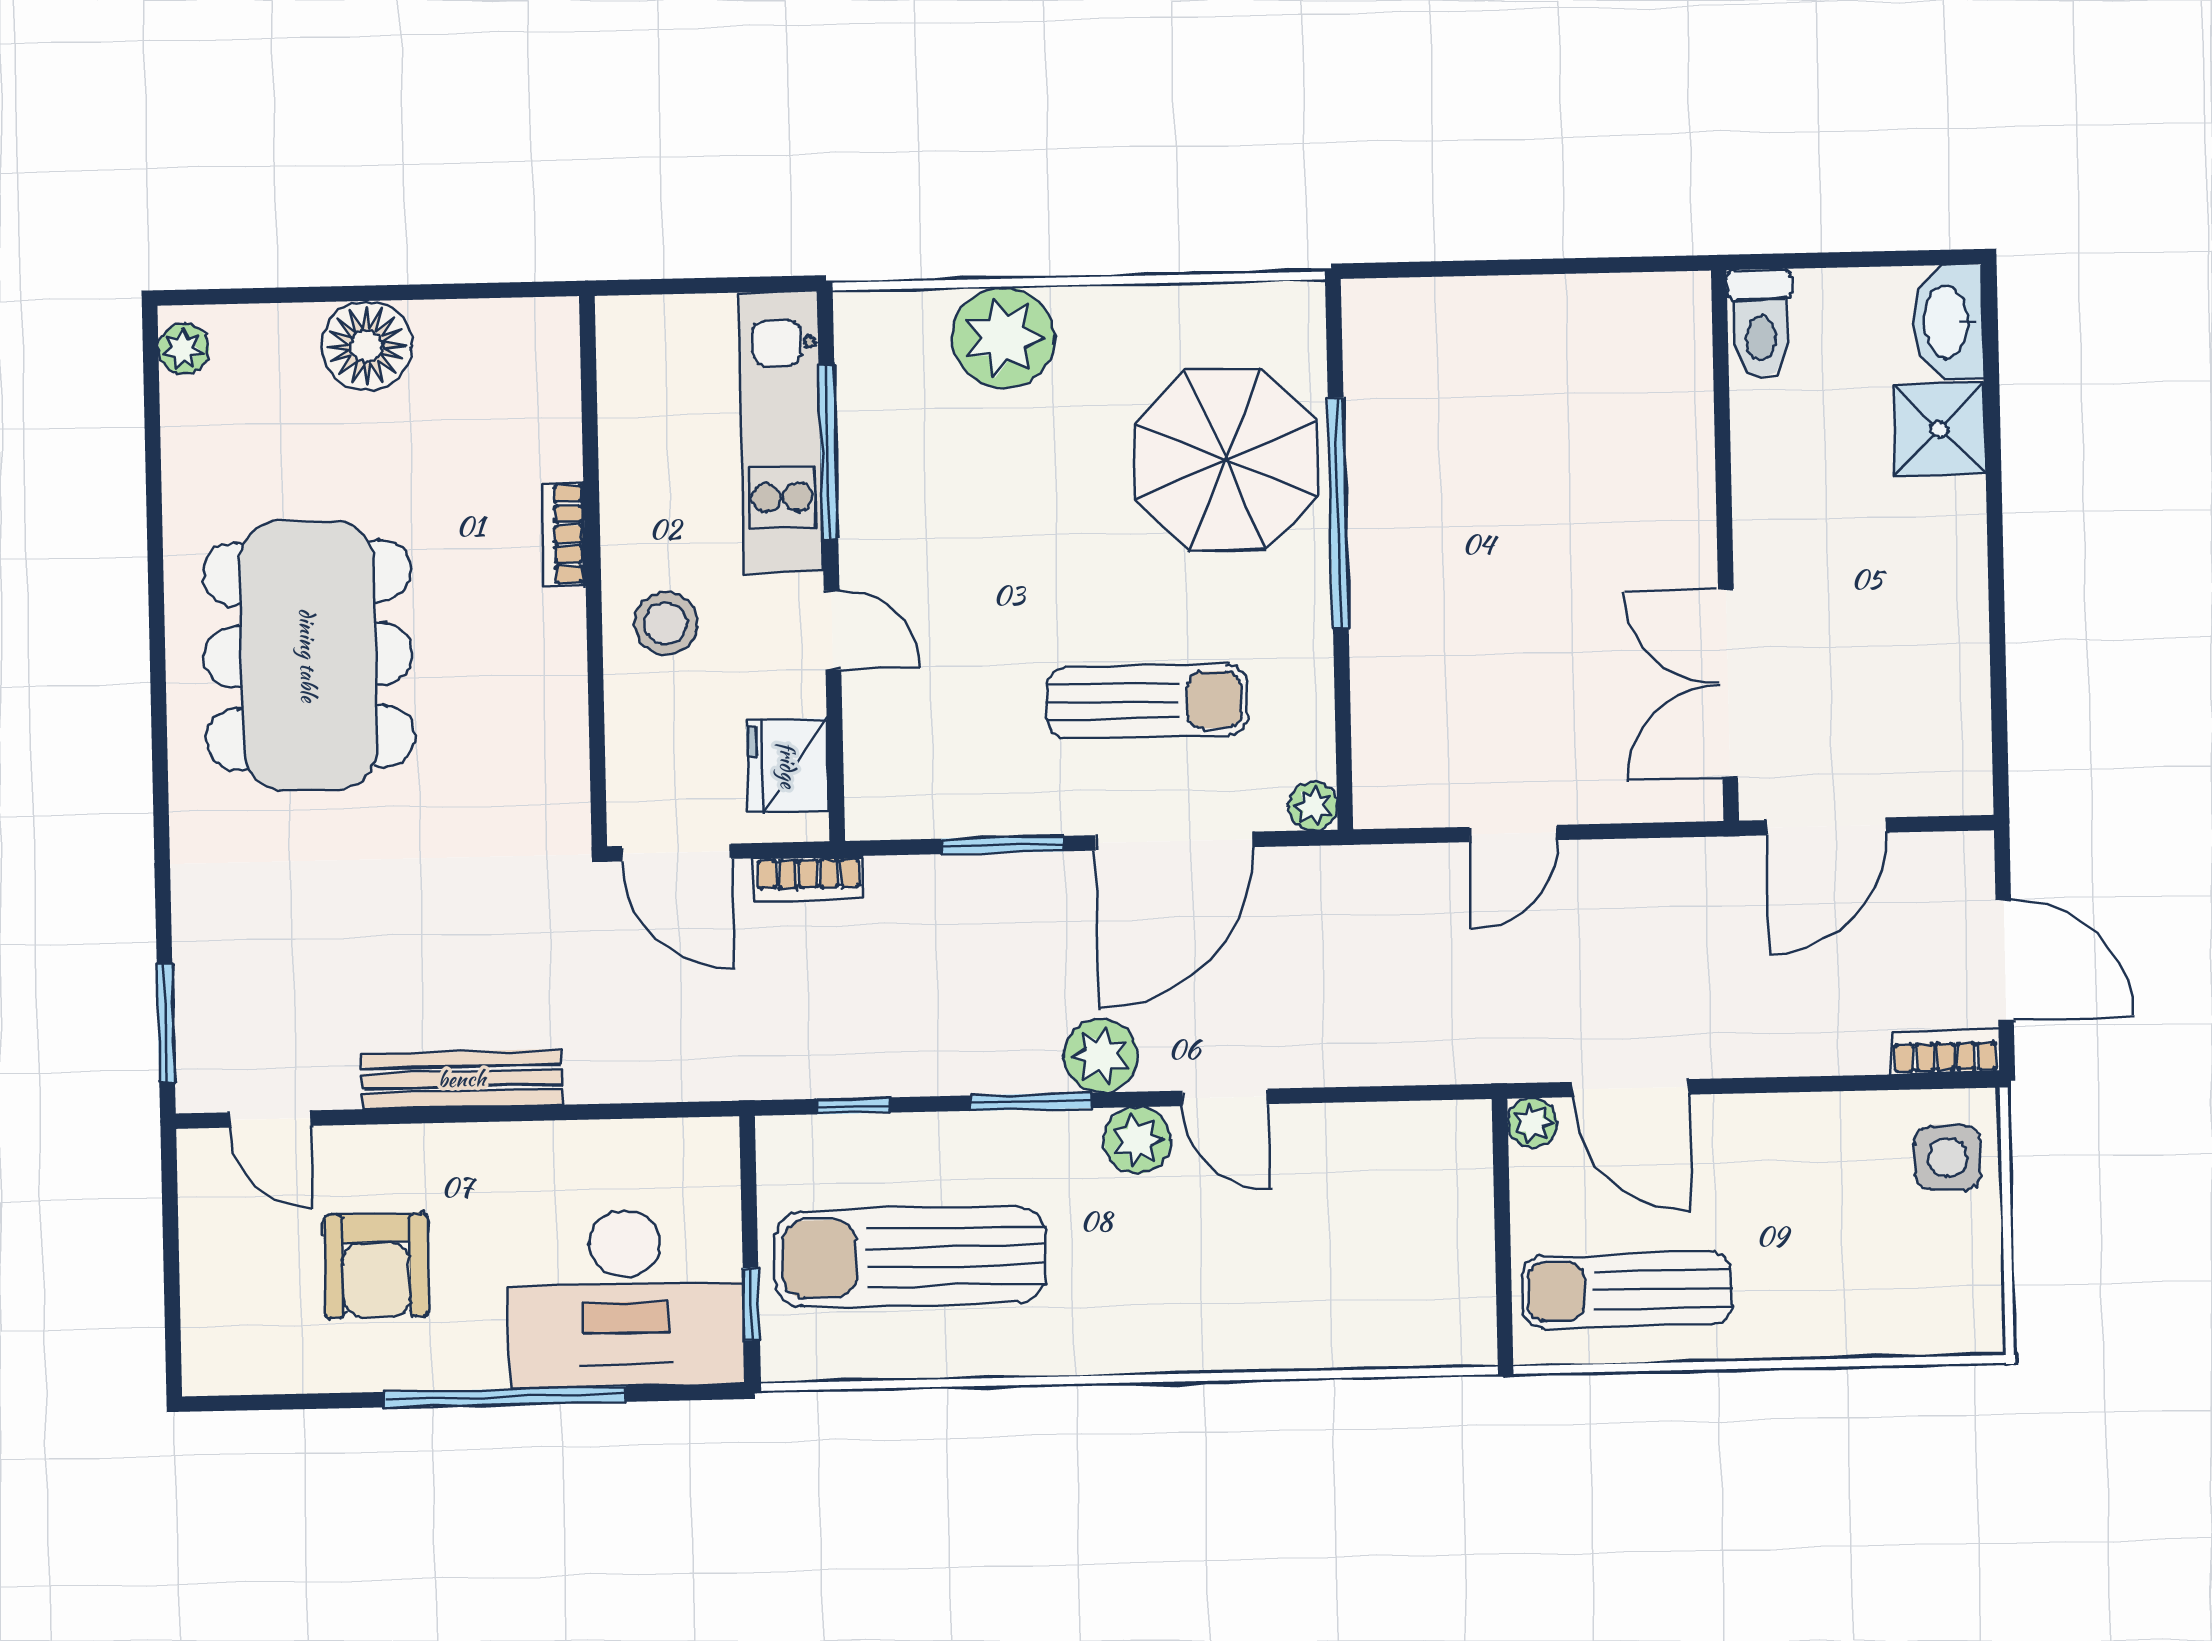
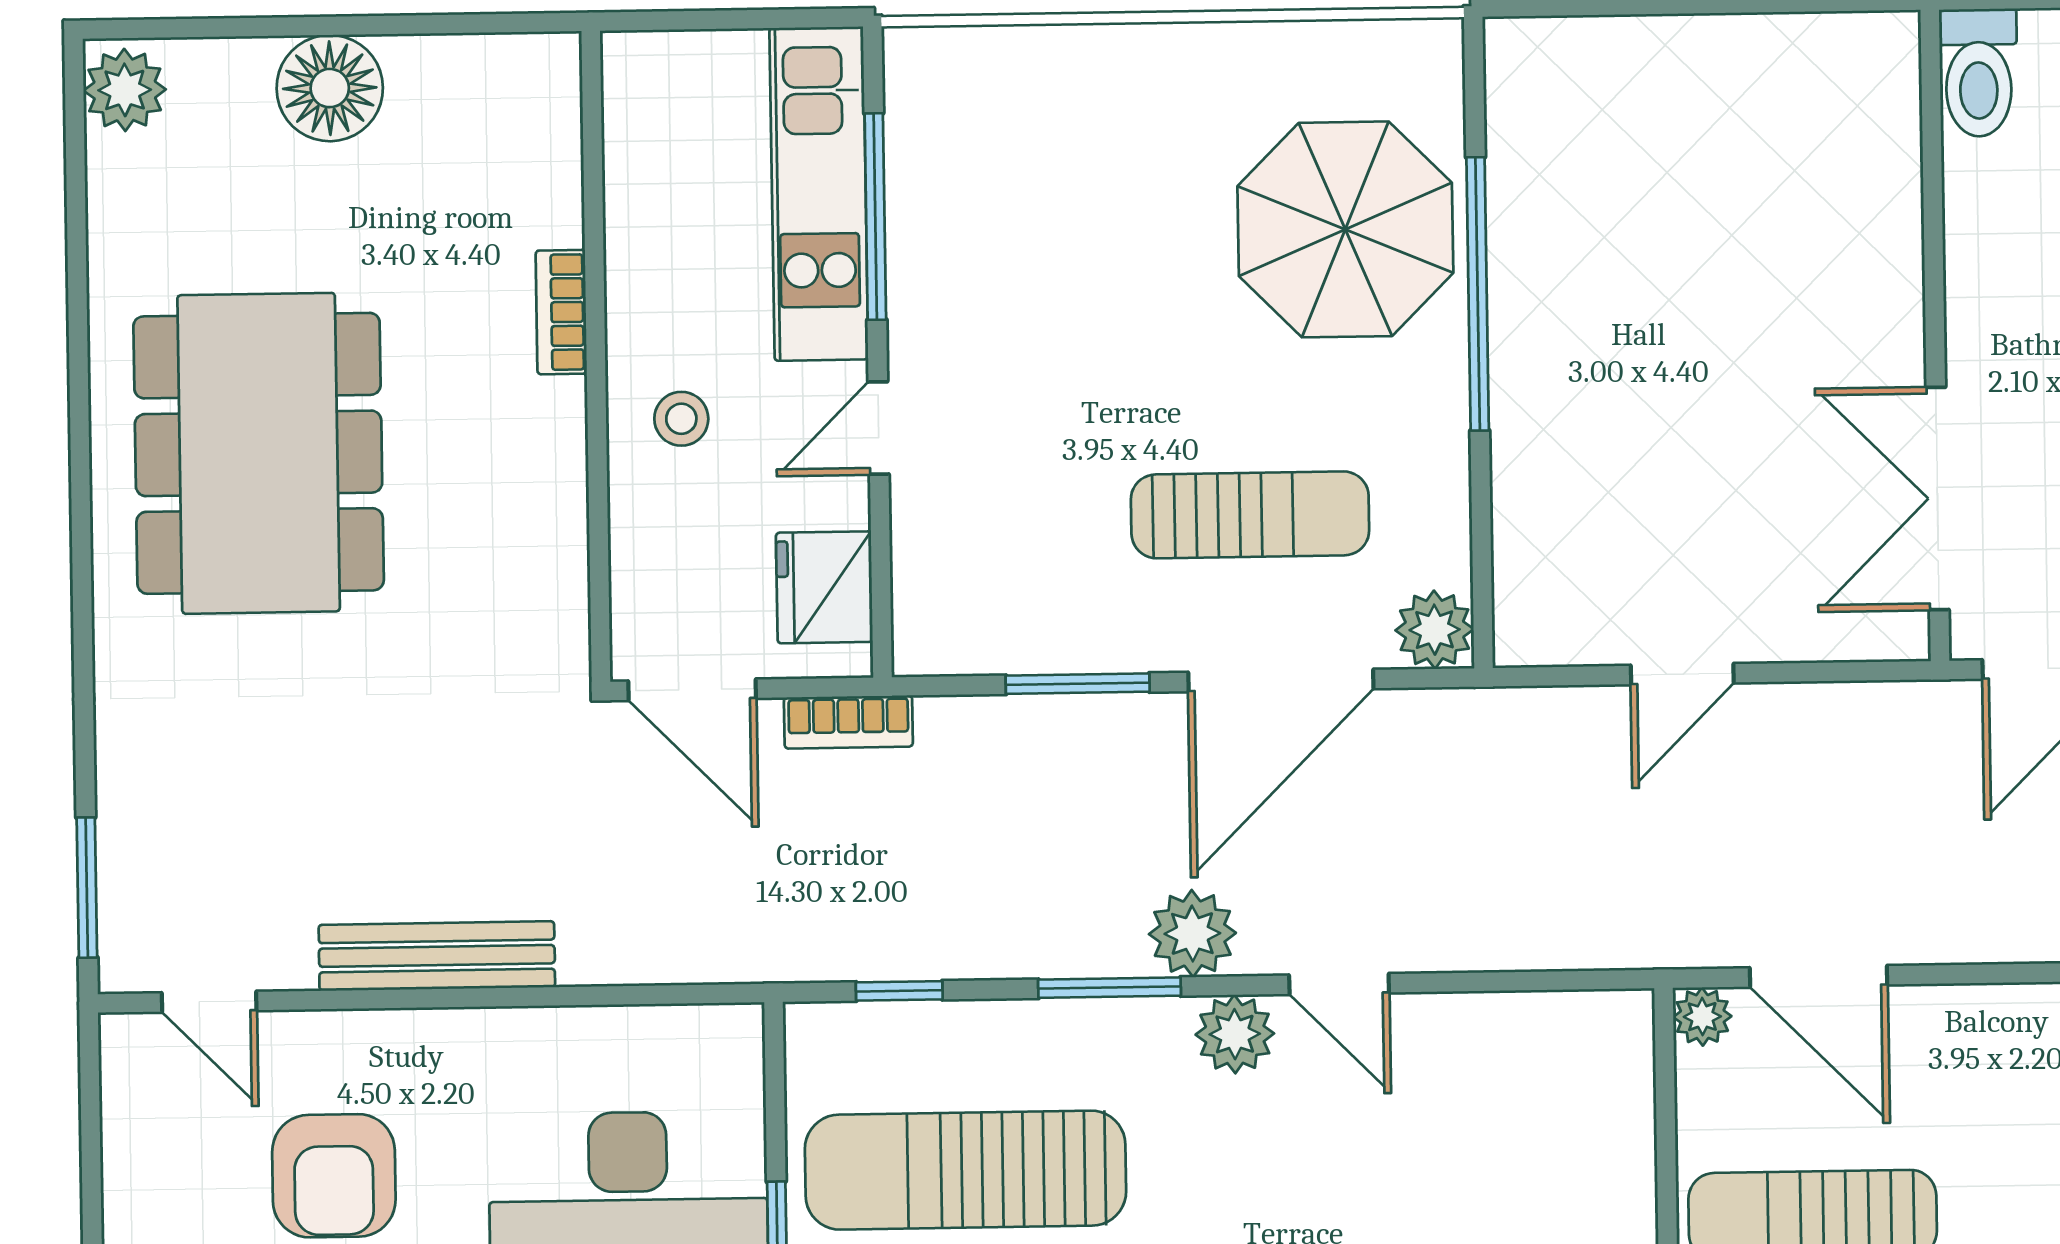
plant: (1003, 338) -> (1083, 83), removed
plant: (184, 349) -> (125, 90), width x1.38, depth x1.38
stool: (666, 623) -> (681, 419), width x0.73, depth x0.73
door: (833, 630) -> (879, 428), swing flipped
plant: (1313, 806) -> (1435, 630), width x1.38, depth x1.38

